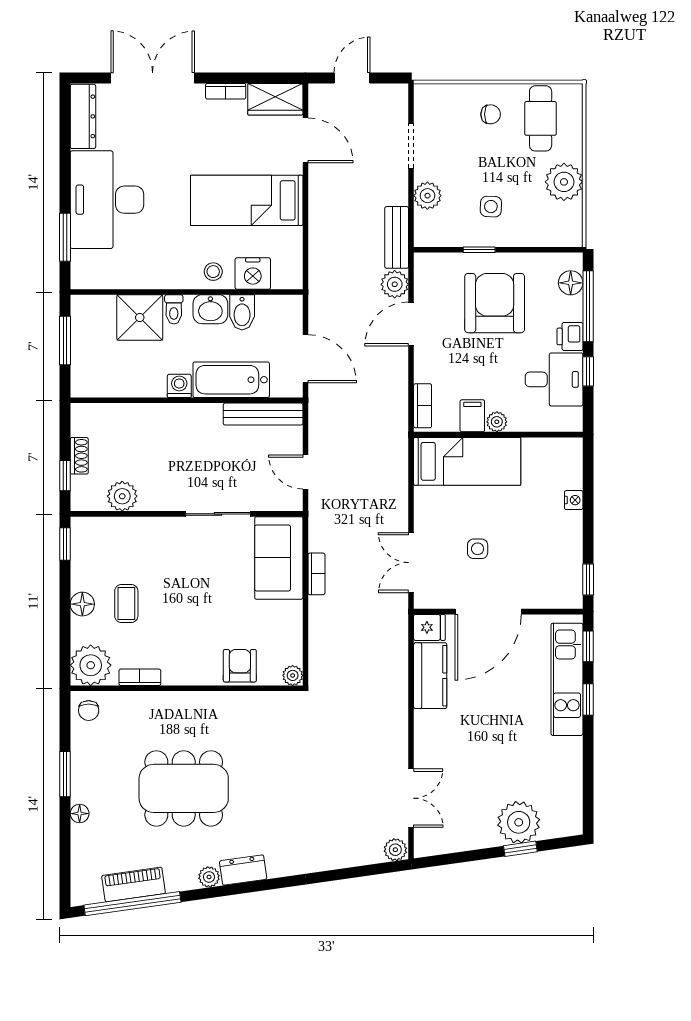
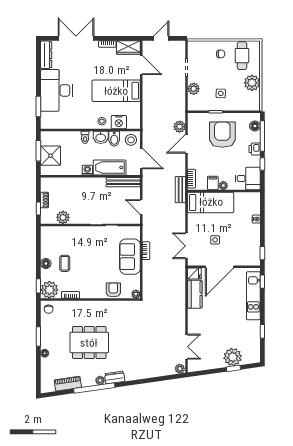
bench: (397, 237) -> (180, 190), moved
stool: (281, 315) -> (131, 140), added
shower: (140, 317) -> (50, 156), moved
desk: (554, 379) -> (248, 178), moved
window: (65, 544) -> (38, 286), moved
sofa: (279, 558) -> (130, 257), moved
window: (588, 700) -> (262, 331), moved
window: (132, 904) -> (94, 388), moved

